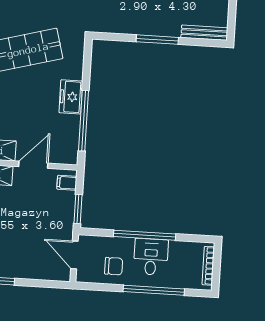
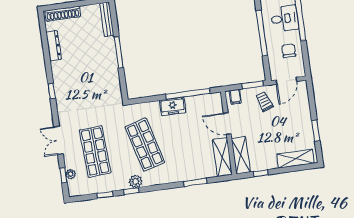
trolley: (53, 220) -> (264, 102), added
desk: (151, 257) -> (285, 19), moved, turned 180

